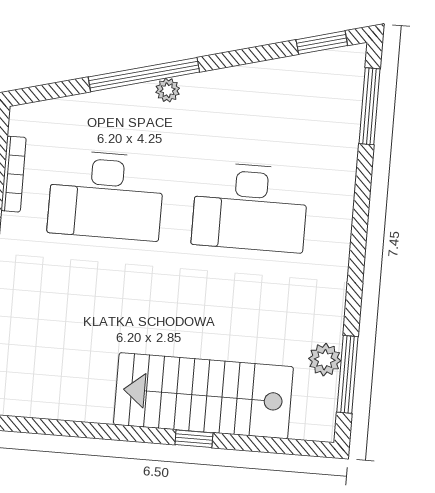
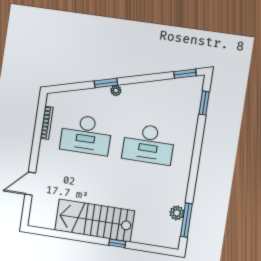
window: (144, 75) -> (106, 83), width x0.47
window: (369, 106) -> (204, 103), width x0.69
stairs: (203, 396) -> (95, 220), moved

